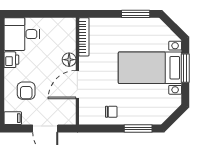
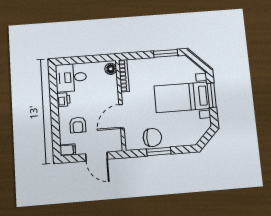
floor lamp: (69, 60) -> (111, 69), moved
chair: (111, 112) -> (152, 137), width x1.87, depth x1.87
window: (138, 128) -> (159, 151), moved

